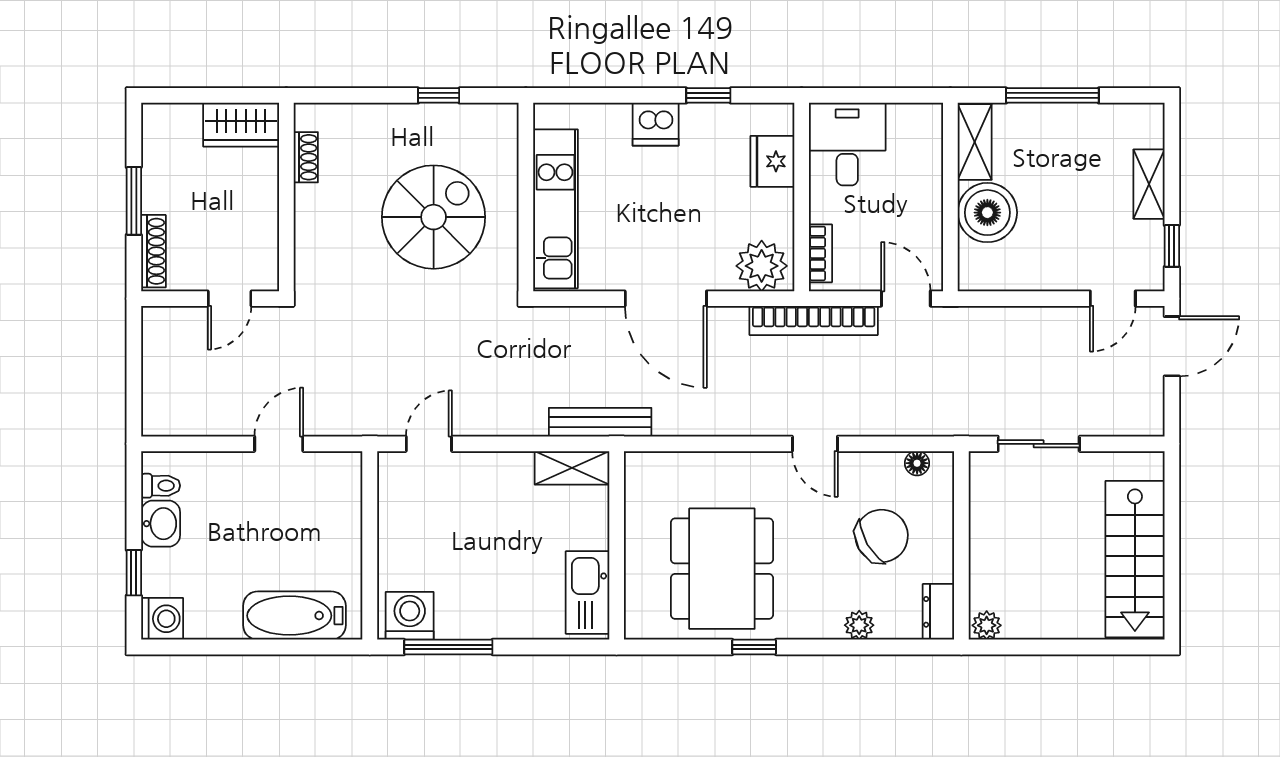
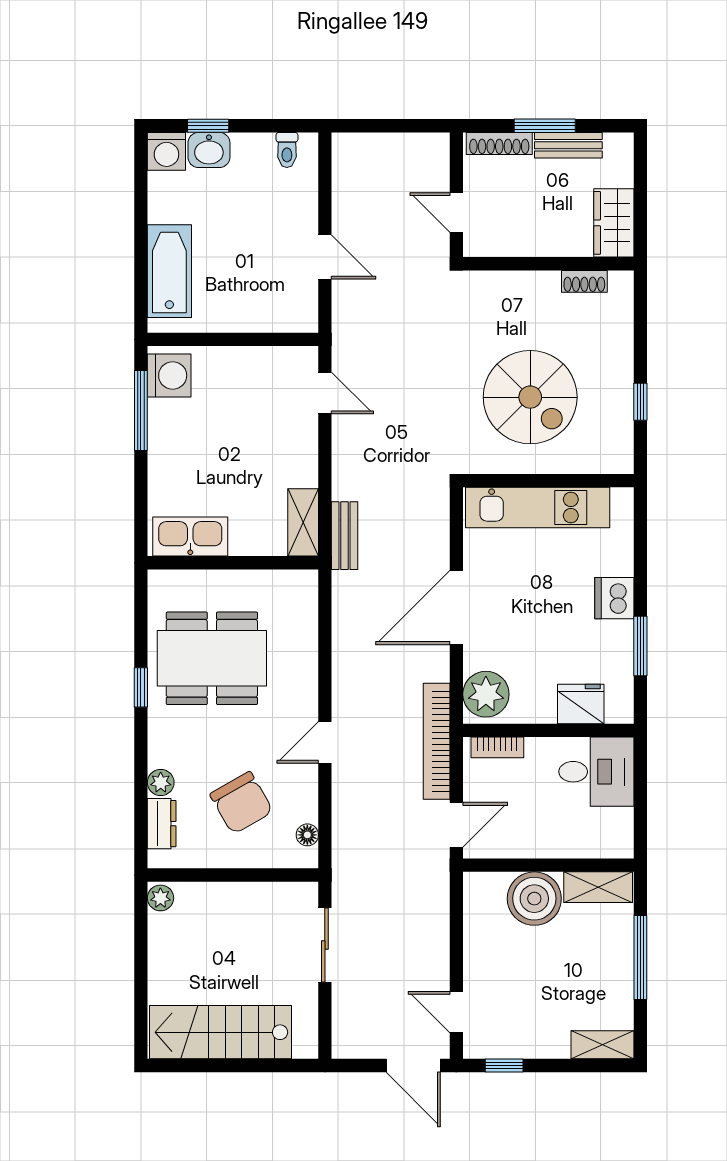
window: (708, 95) -> (640, 646), width x1.50
bench: (155, 175) -> (568, 145), added
shelving: (1149, 184) -> (602, 1045), moved
bench: (600, 422) -> (345, 536), width x0.73
washbasin: (161, 524) -> (209, 150), moved
dresser: (938, 612) -> (162, 824), moved, turned 90

